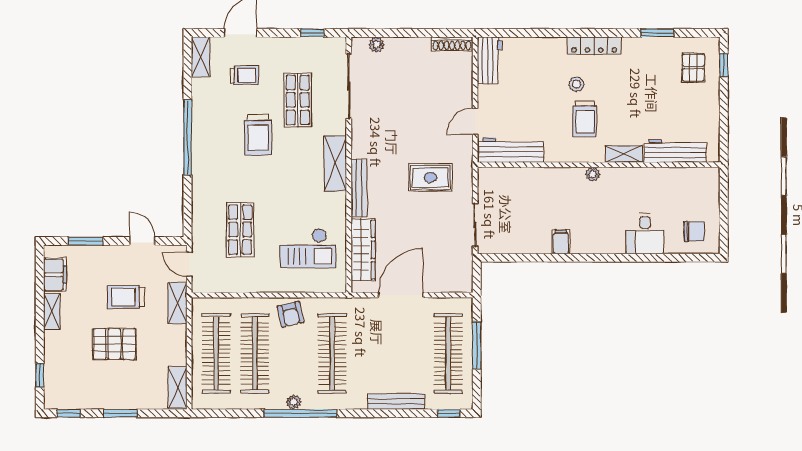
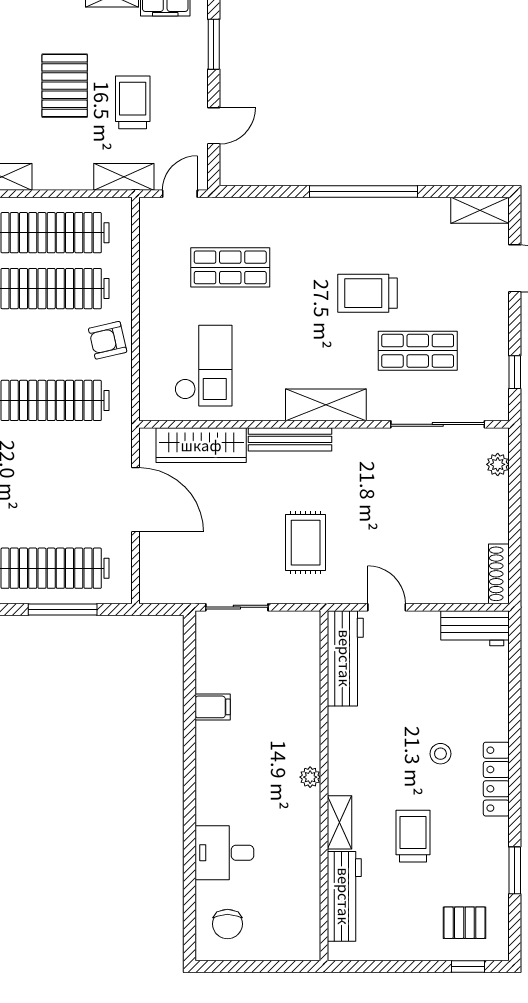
trolley: (244, 75) -> (453, 274), removed
trolley: (585, 119) -> (413, 836), moved, turned 90
filing cabinet: (561, 242) -> (213, 707), moved
checkout: (308, 248) -> (203, 366), turned 180

